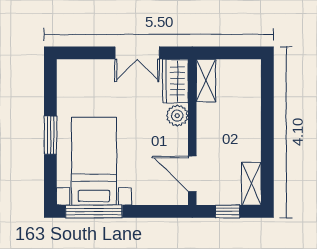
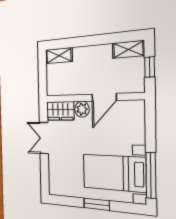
double door: (137, 53) -> (44, 138), swing flipped
shelving: (206, 80) -> (59, 56), moved
door: (192, 174) -> (104, 97), moved

